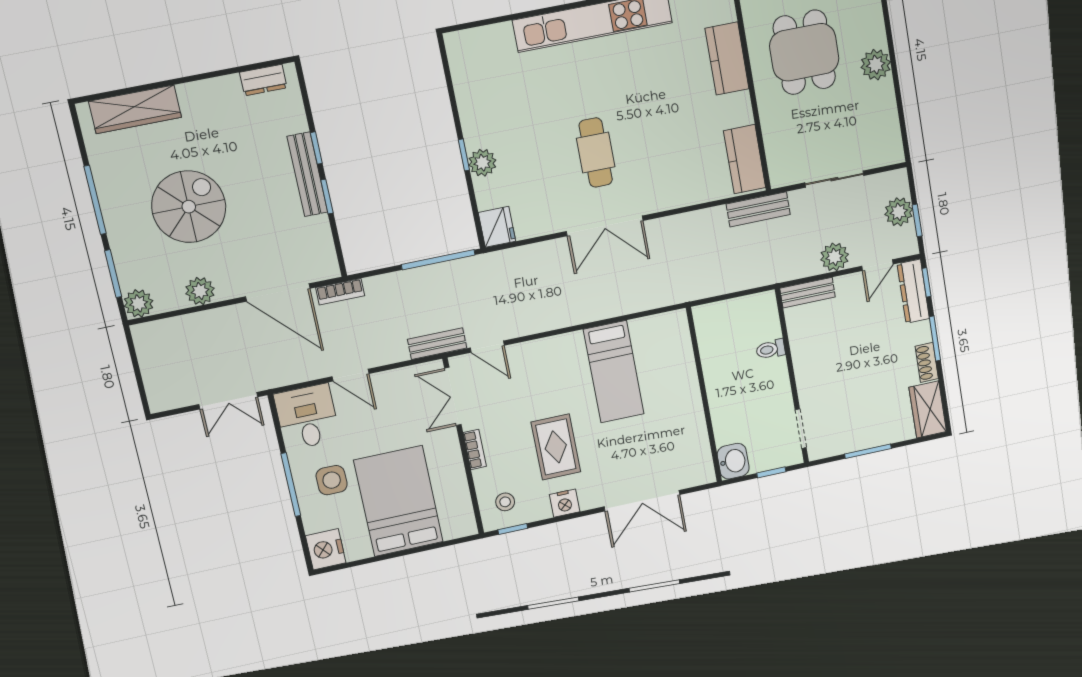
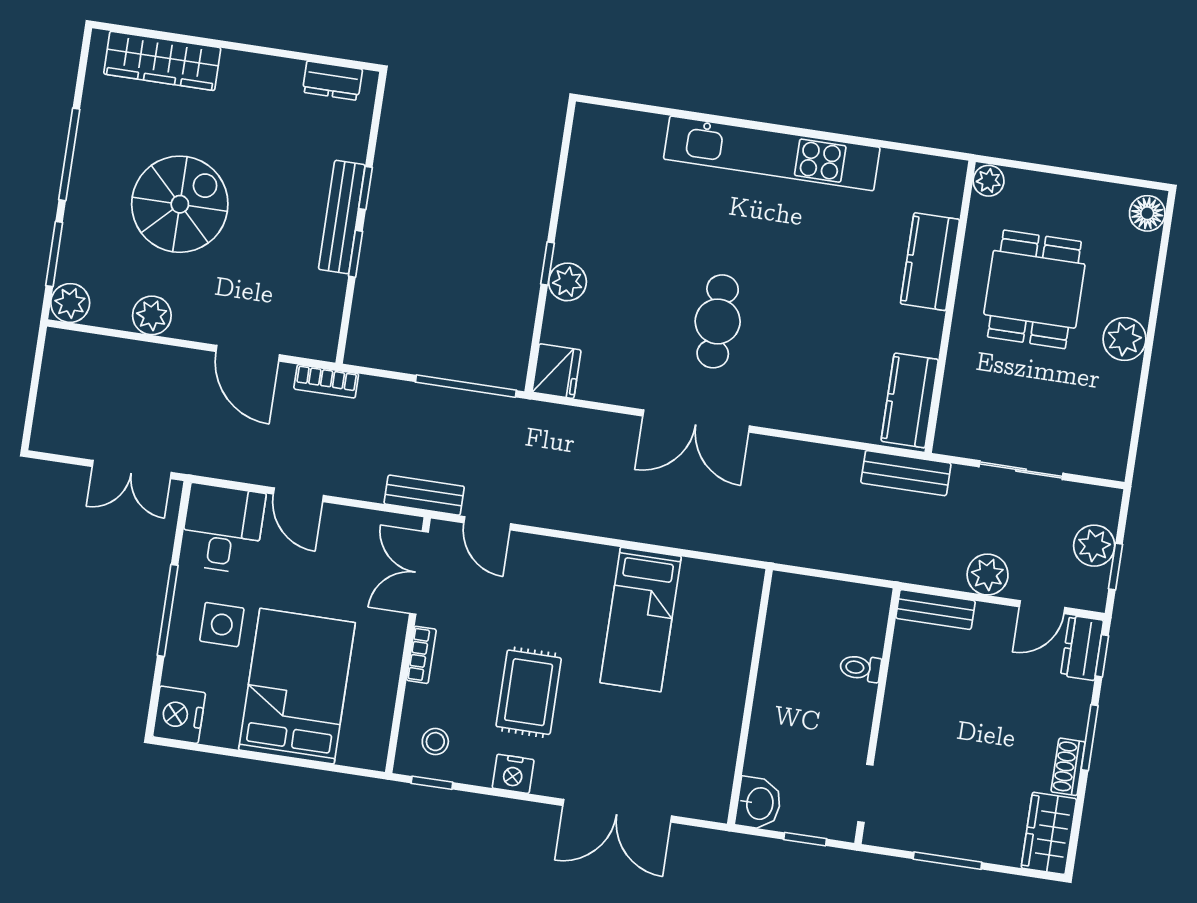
dresser: (913, 291) -> (1082, 648), width x0.70
door: (278, 292) -> (248, 353), width x0.73

